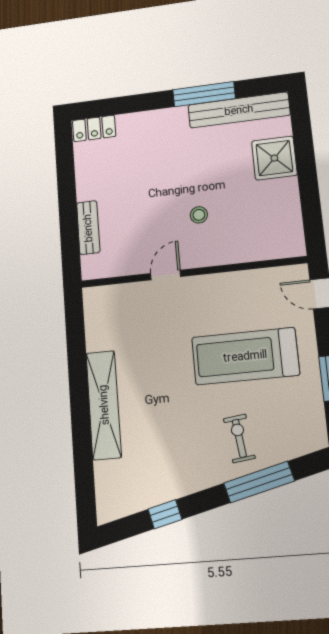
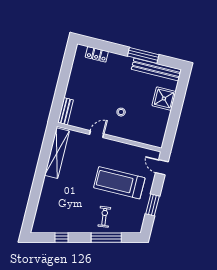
locker: (94, 128) -> (97, 54), moved
bench: (88, 228) -> (65, 111), moved
shelving: (104, 405) -> (57, 153), moved

